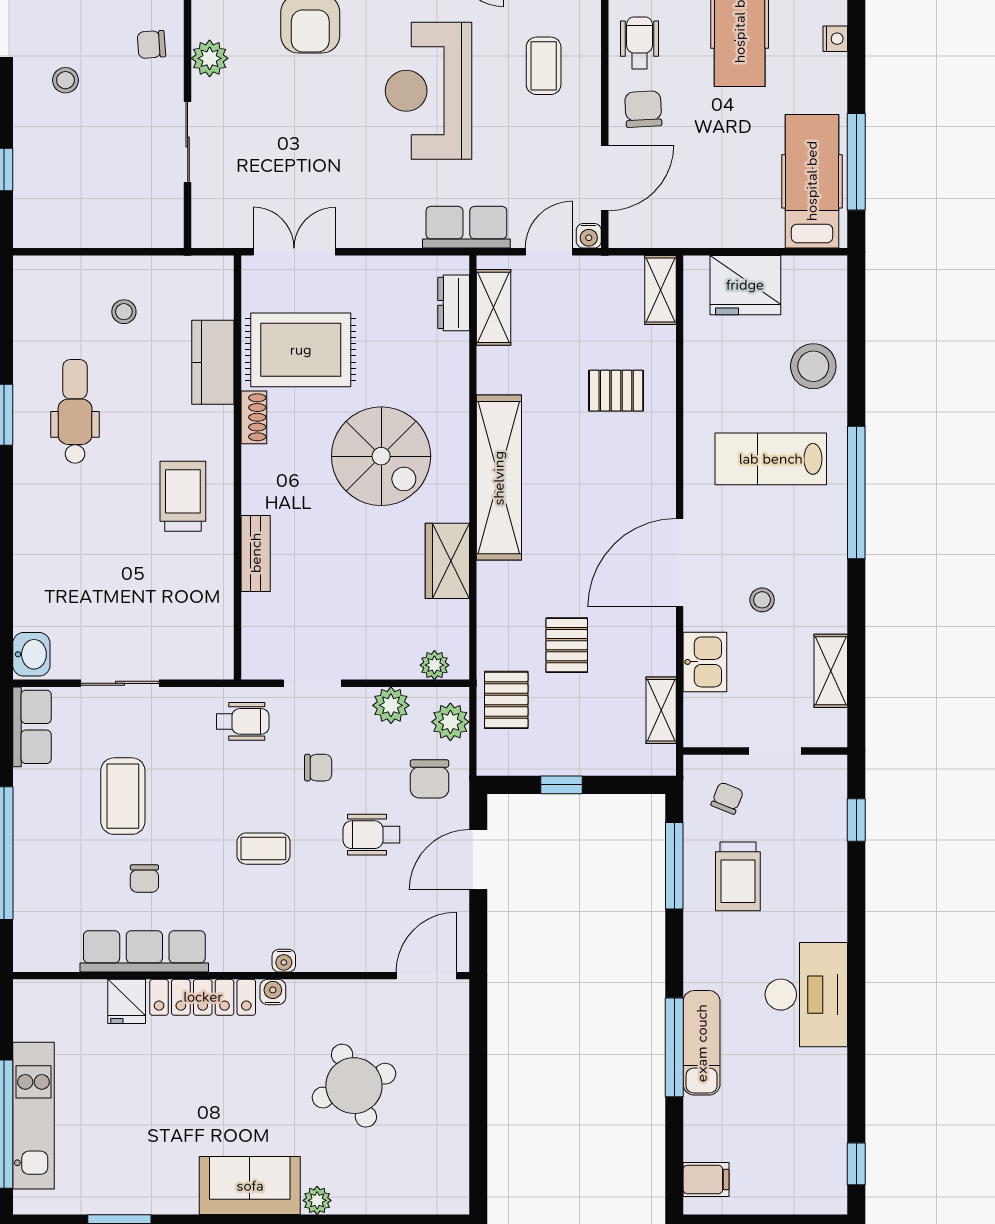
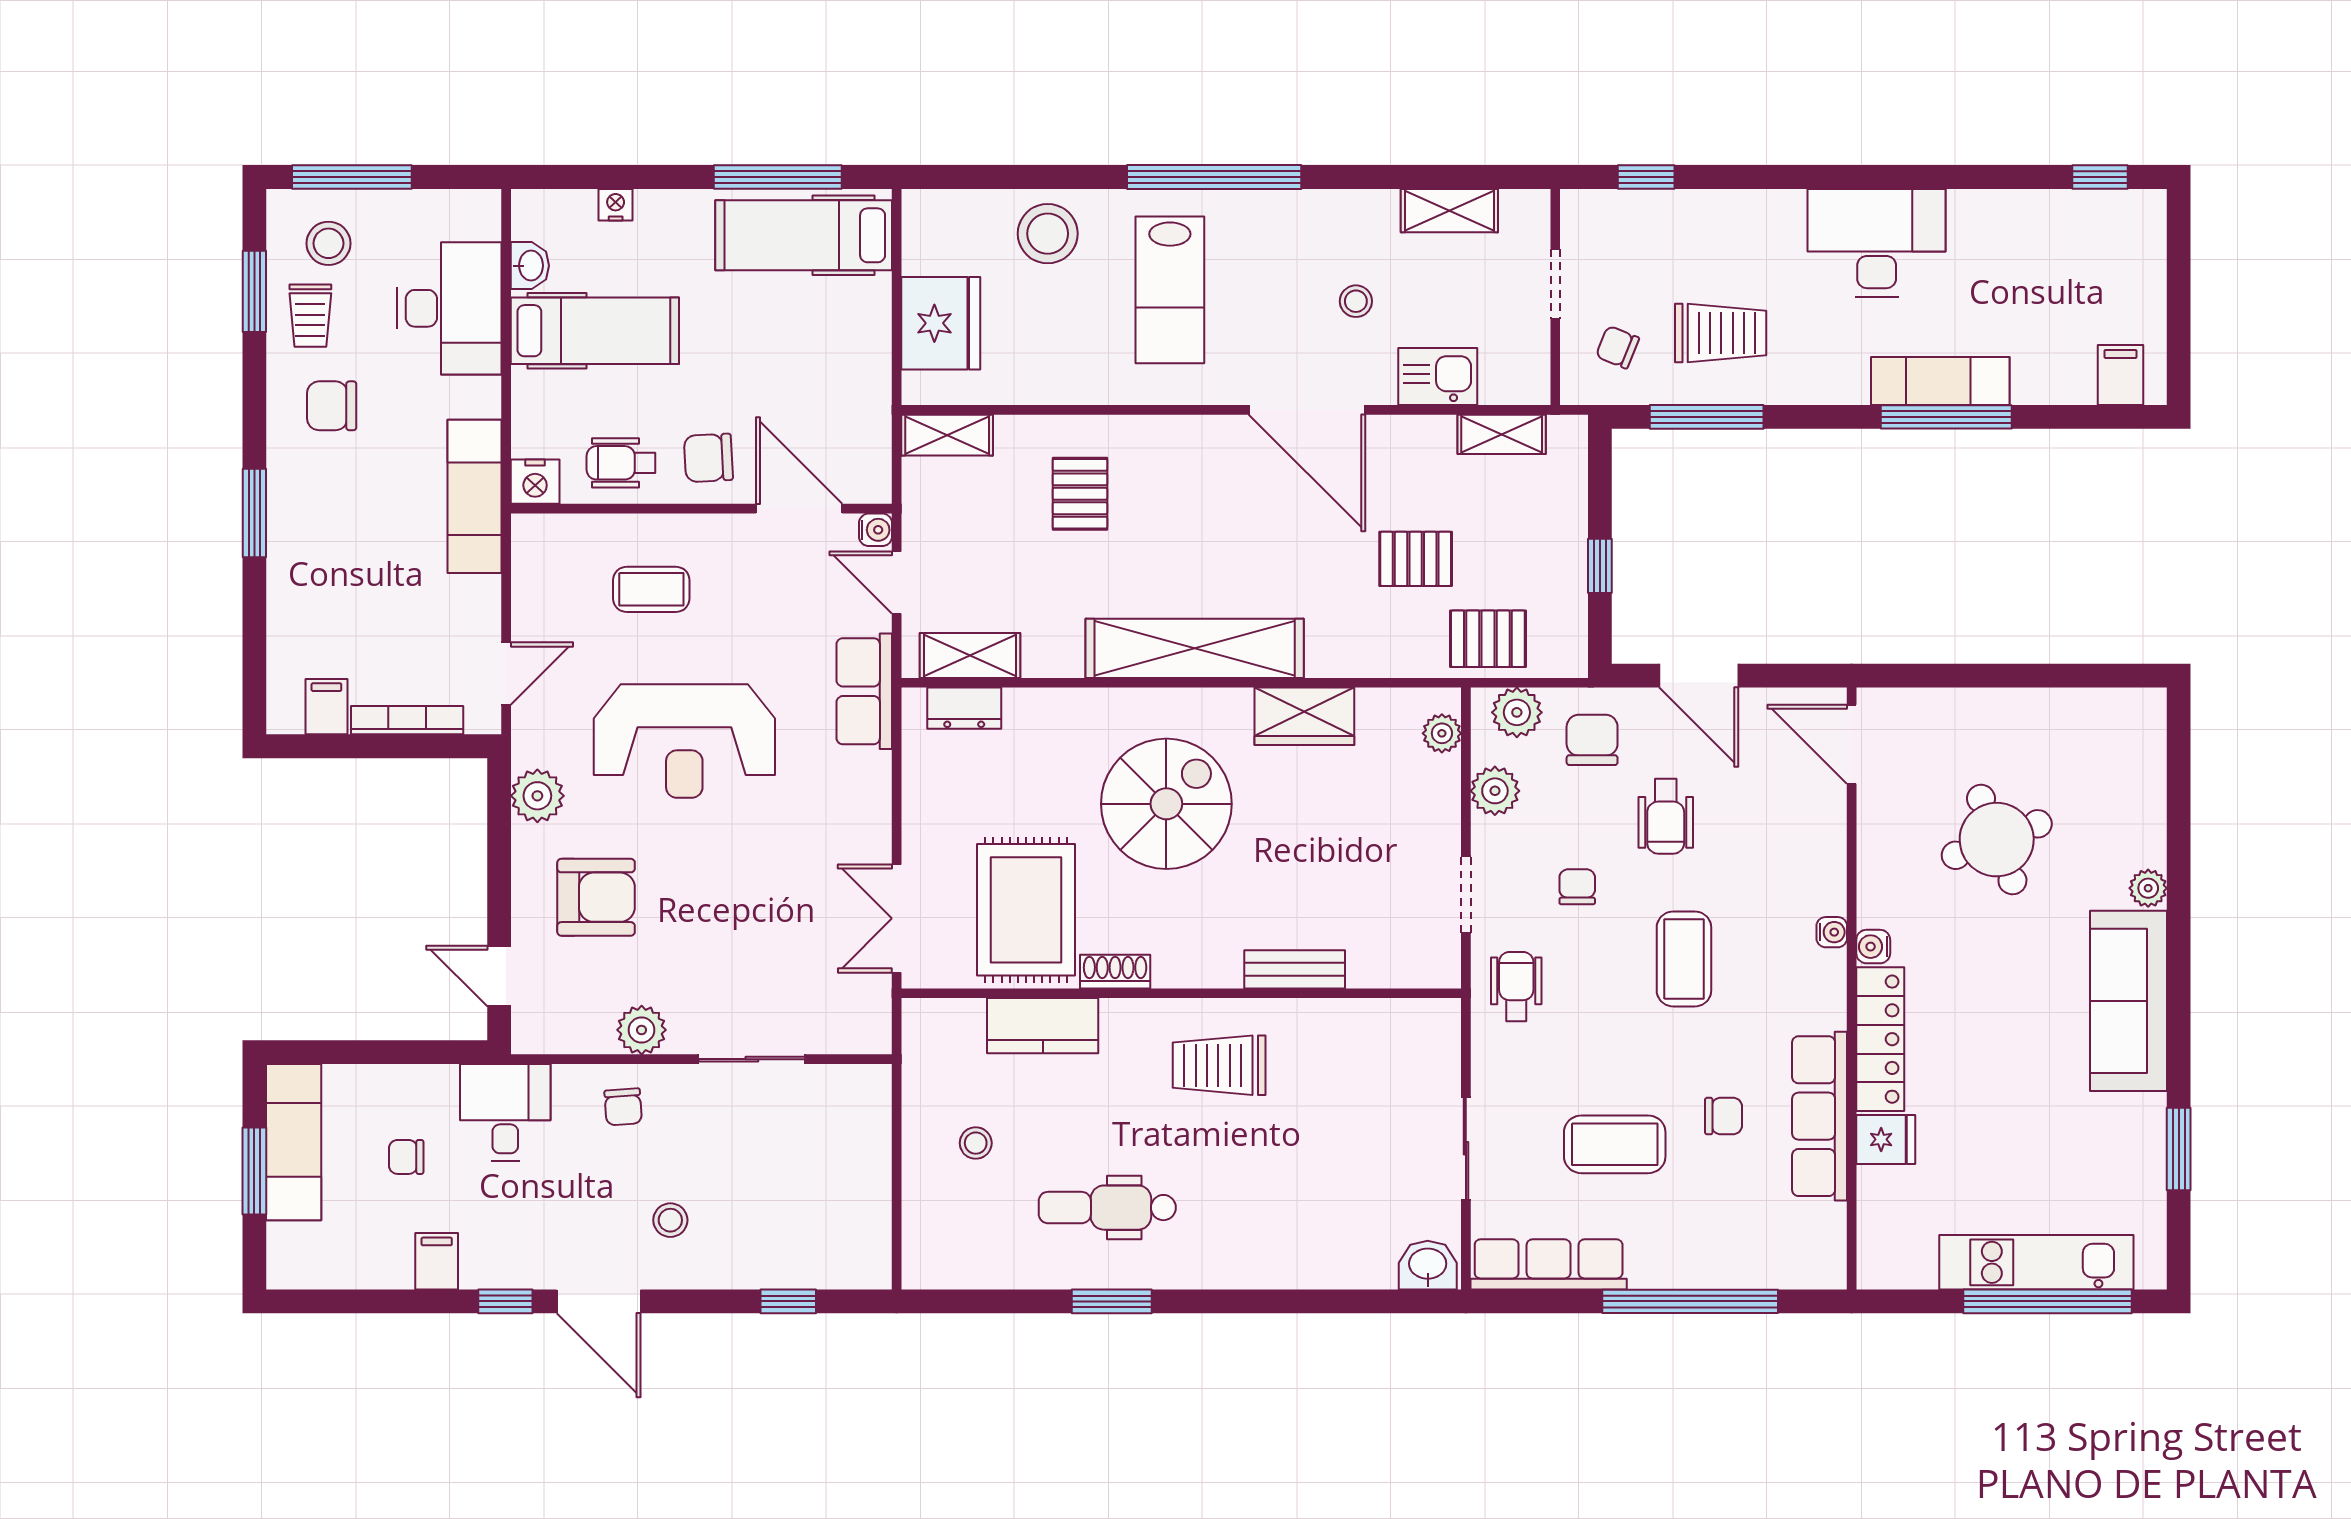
row of seats: (32, 727) -> (1549, 1264), width x1.48
chair: (430, 779) -> (1592, 740), turned -90
coffee table: (263, 849) -> (1684, 959), width x1.36, depth x1.30
sofa: (250, 1186) -> (2129, 1001), width x1.36

